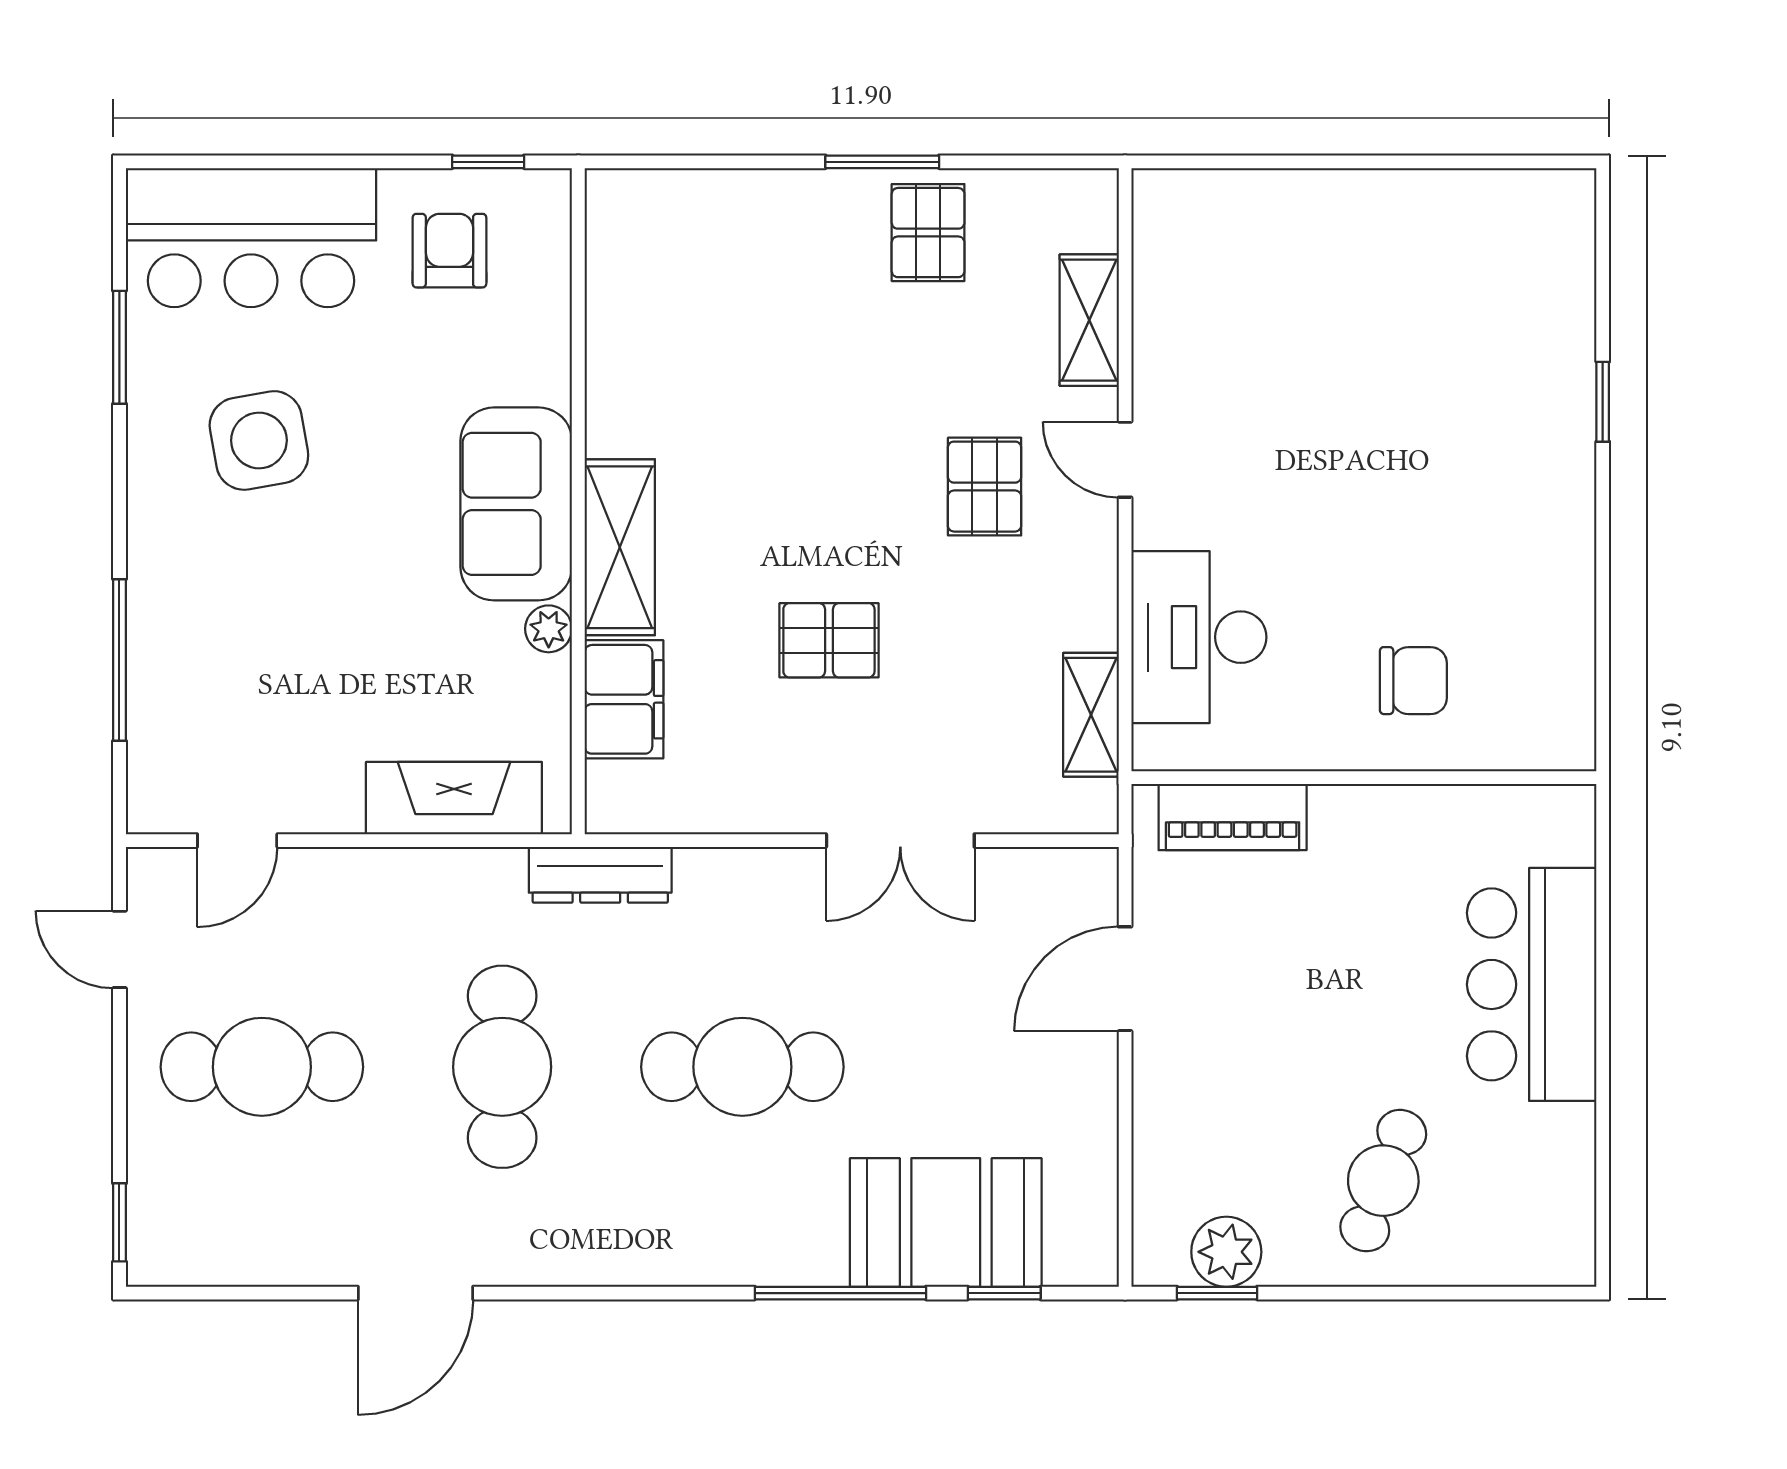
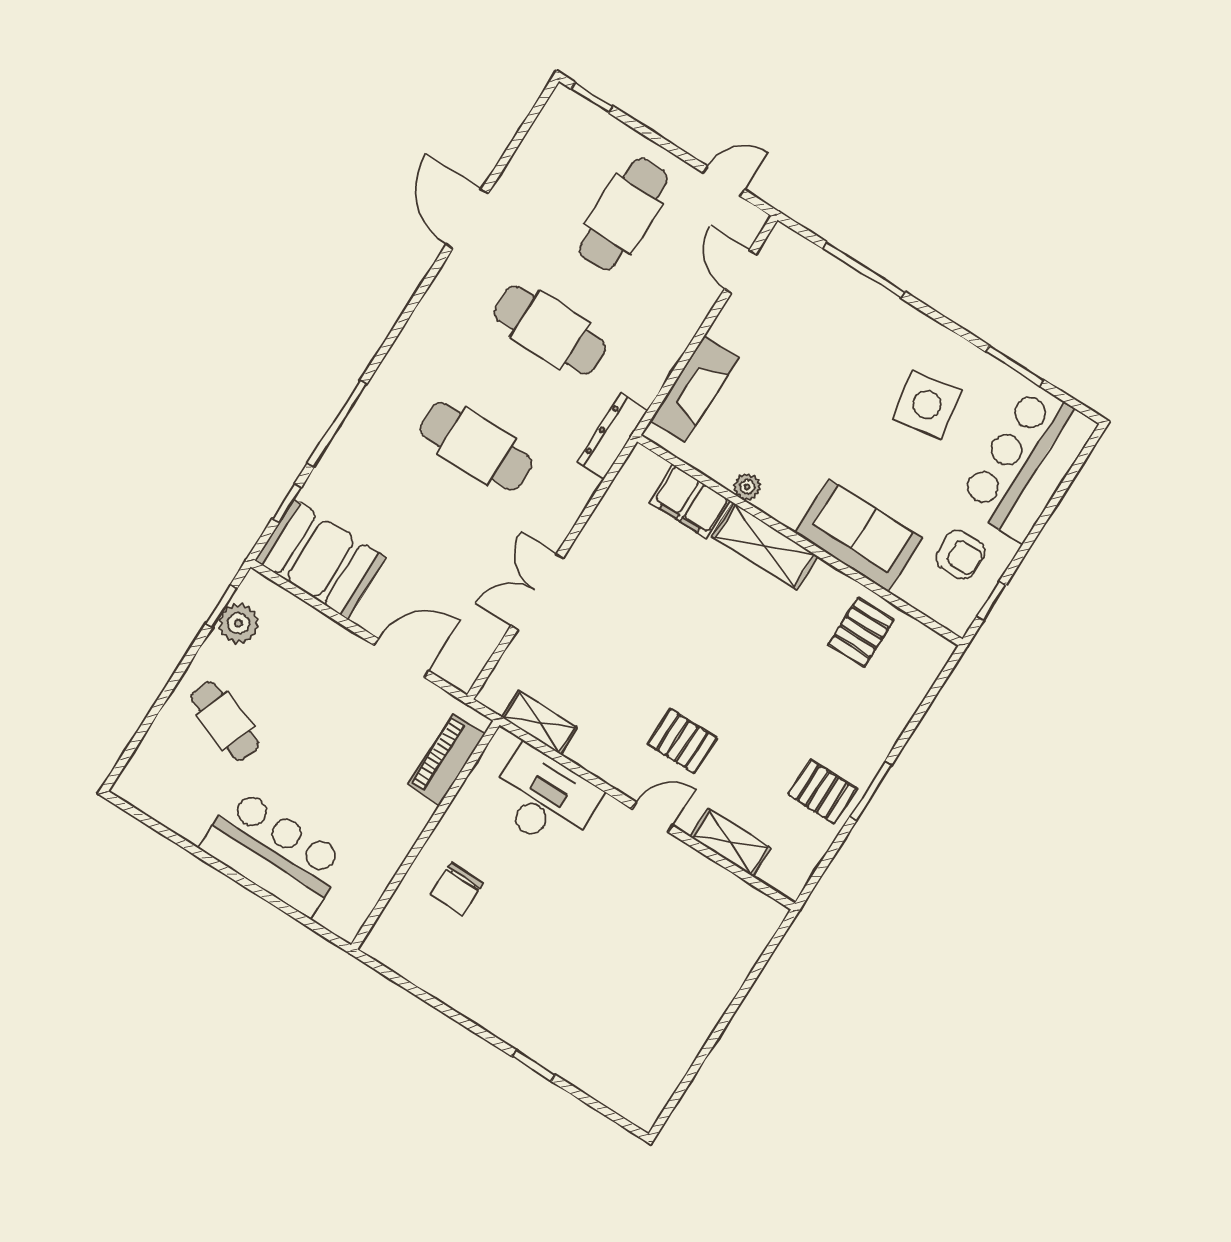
sofa: (516, 504) -> (859, 536), moved
pallet: (829, 640) -> (861, 632), moved
door: (1125, 979) -> (401, 658), hinge flipped
cafe table: (742, 1067) -> (476, 446), turned 90
booth: (946, 1223) -> (321, 559), moved, turned 90

